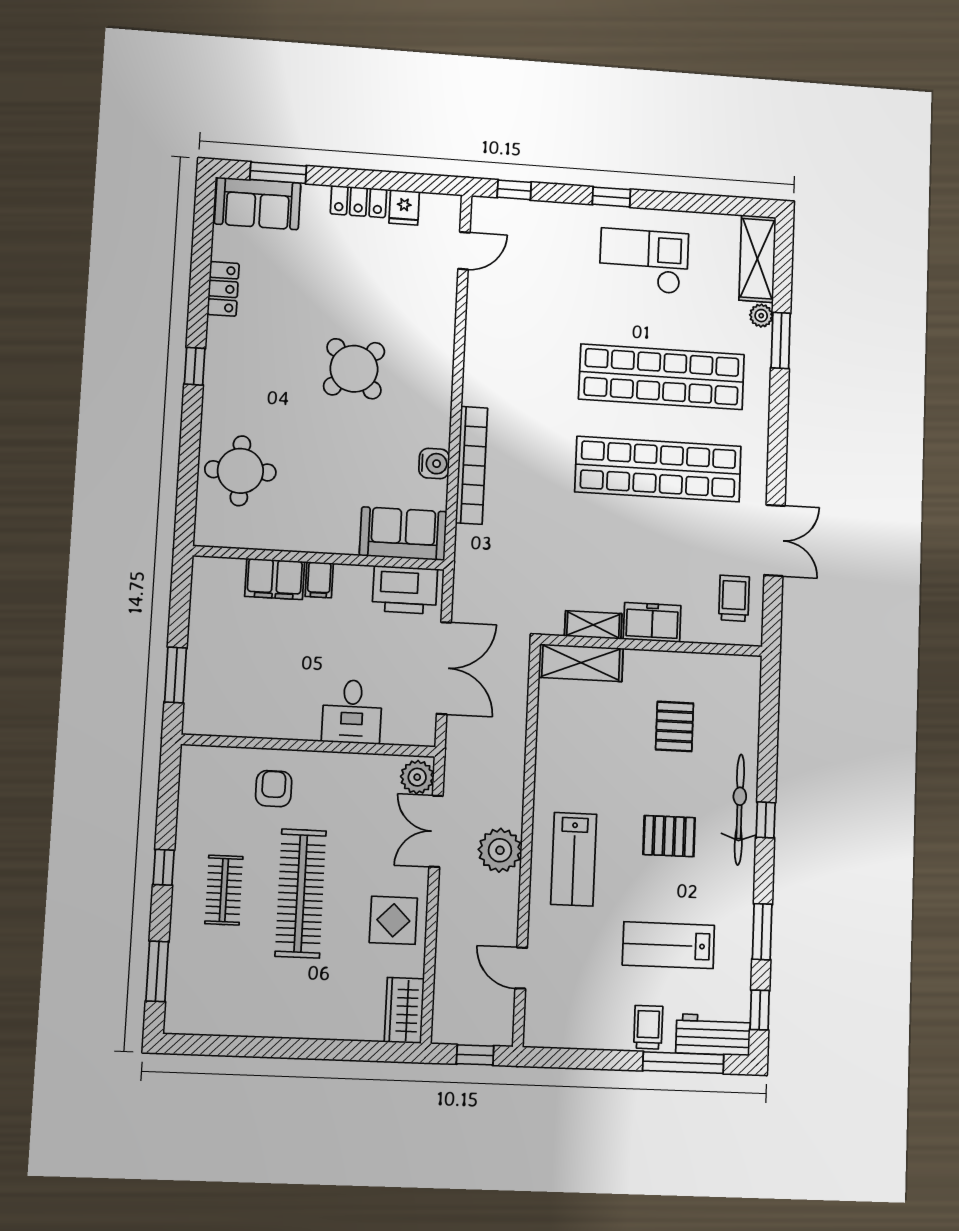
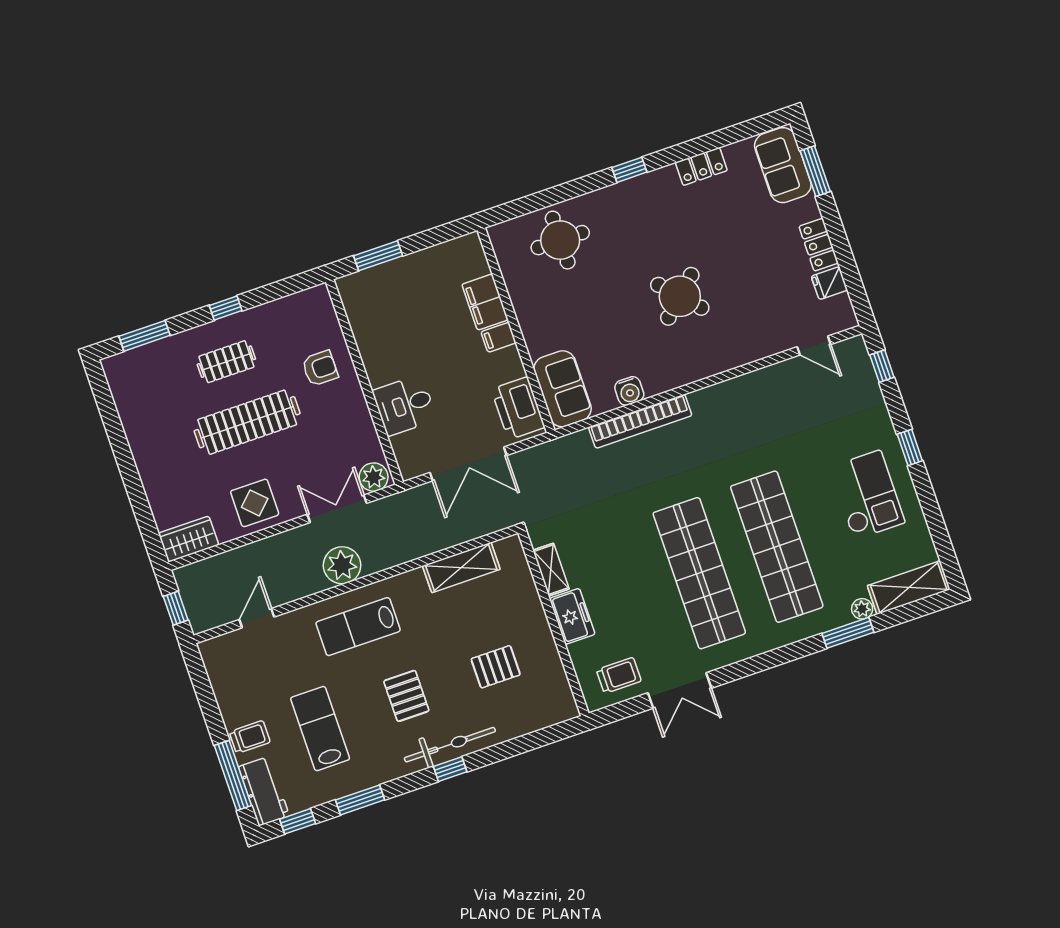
shelving: (581, 663) -> (461, 568), moved, turned 90

